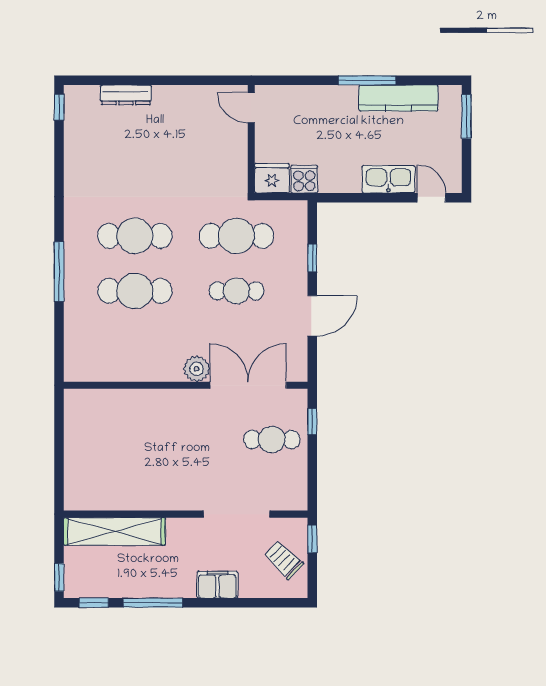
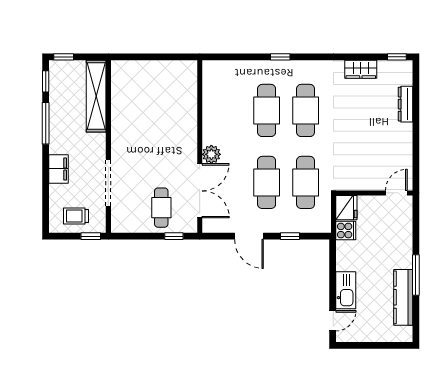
window: (466, 116) -> (390, 345), removed
wardrobe: (77, 158) -> (361, 69), added
window: (59, 272) -> (280, 57), width x0.46
cafe table: (236, 291) -> (267, 182), width x1.37, depth x1.35
trolley: (284, 560) -> (76, 216), turned -134

